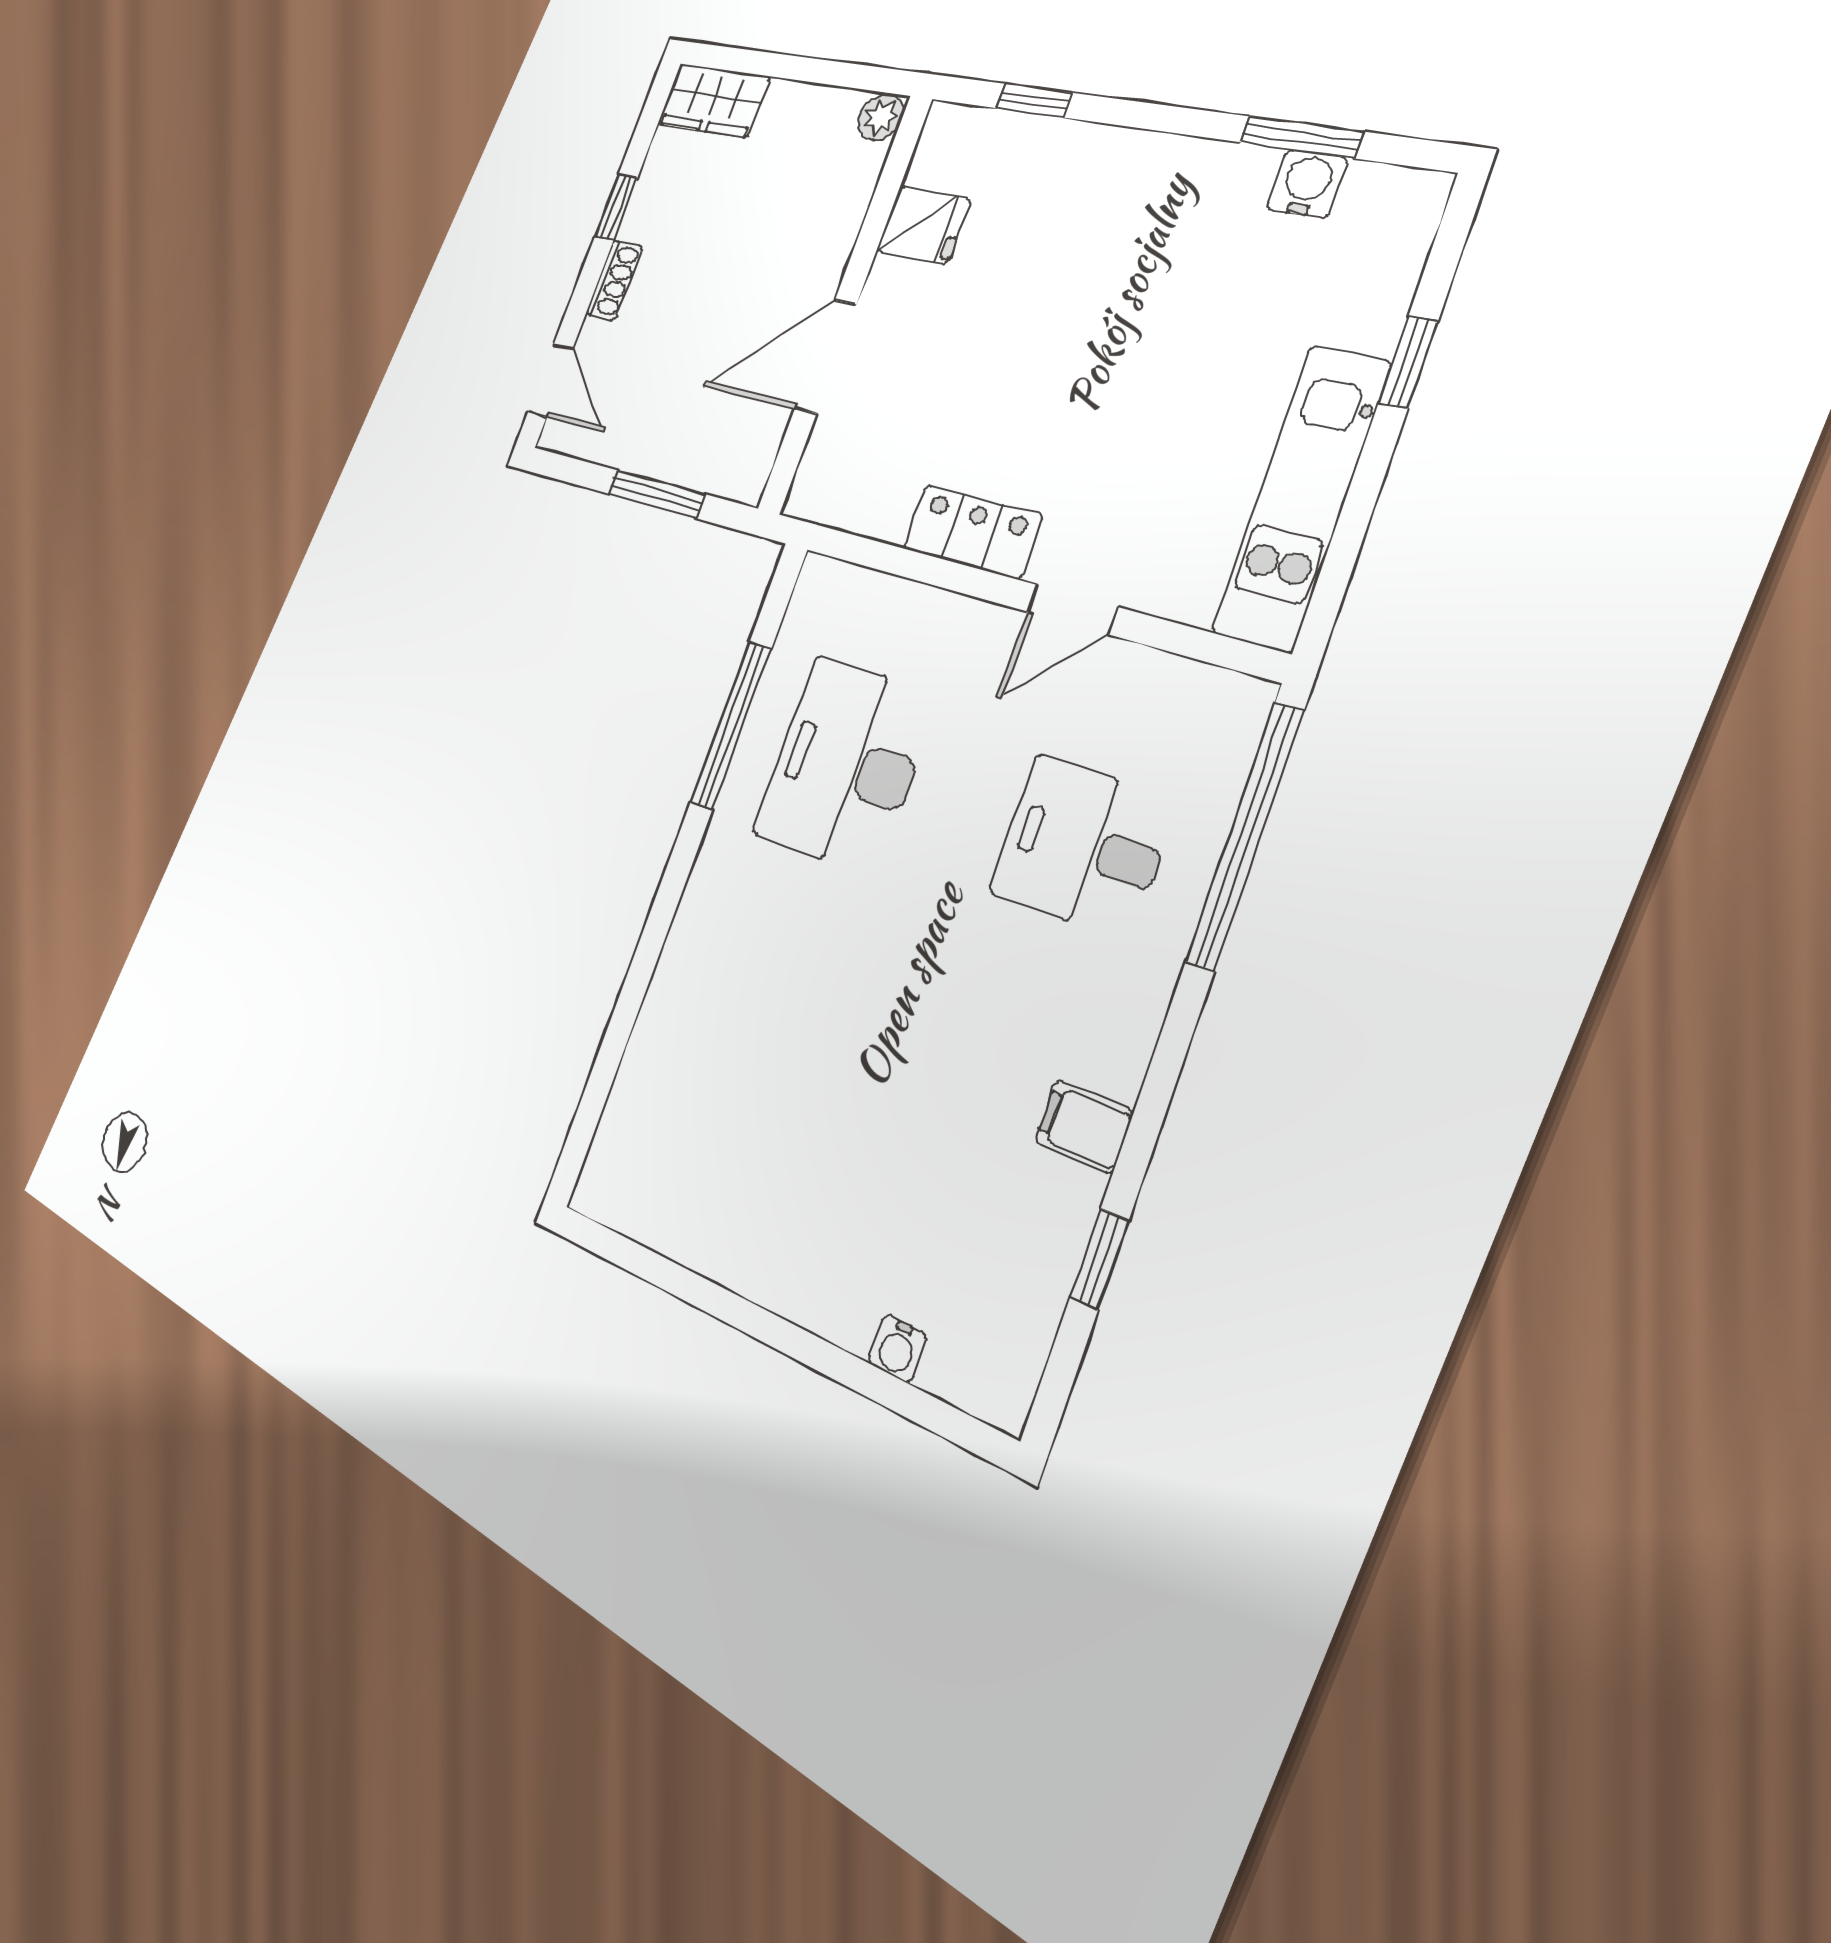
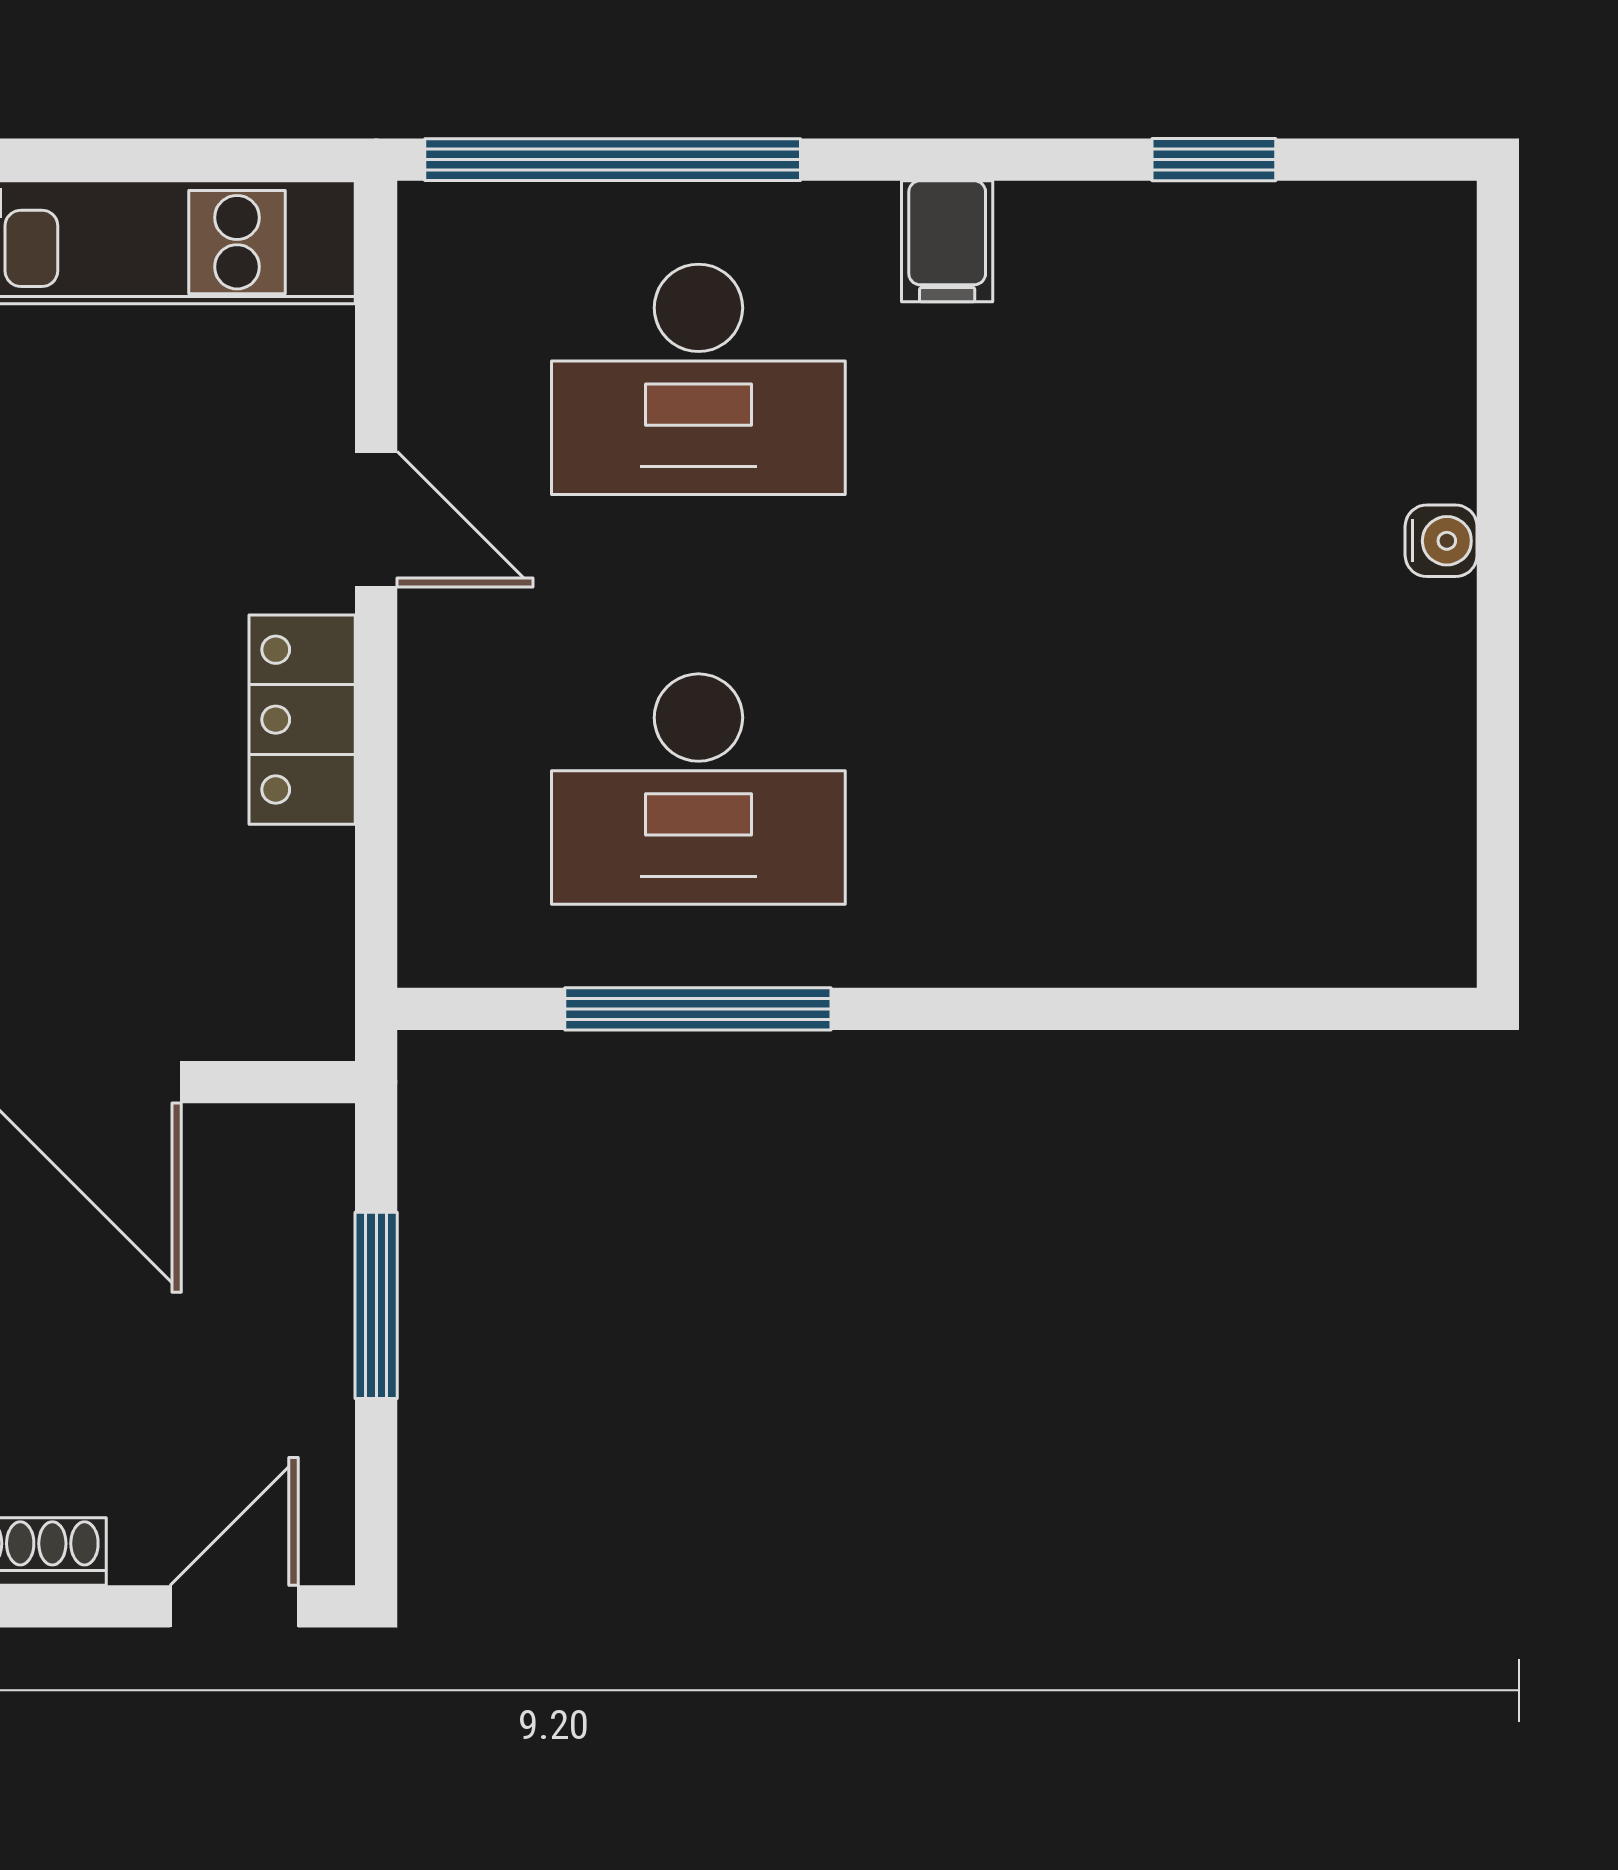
desk: (1083, 847) -> (698, 379), width x1.37
filing cabinet: (1084, 1127) -> (947, 241), moved
water cooler: (897, 1349) -> (1441, 541), moved

